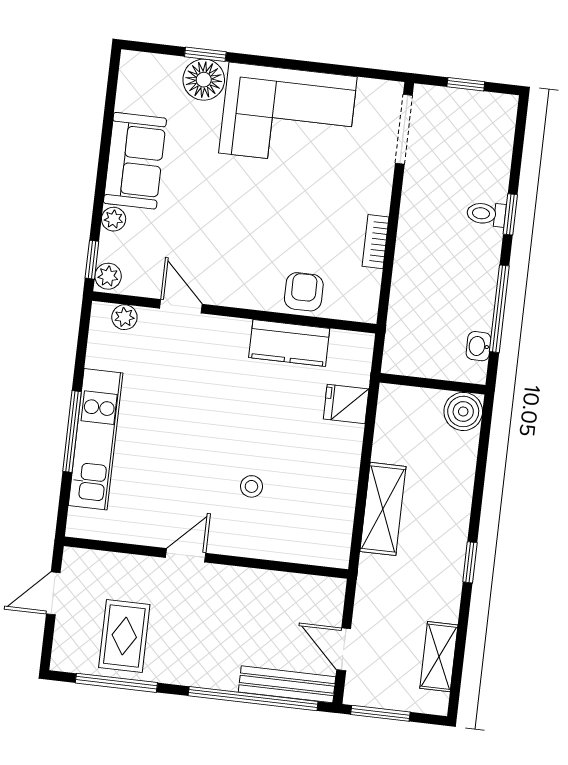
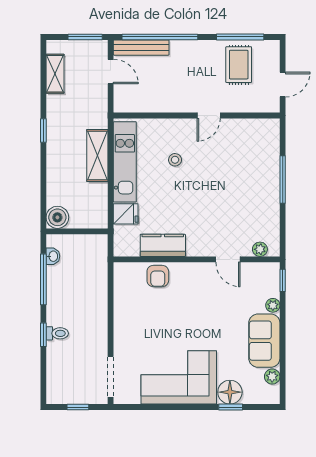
bookcase: (375, 242) -> (120, 310), removed
plant: (108, 276) -> (272, 377), moved
kitchen unit: (96, 439) -> (125, 162), moved, turned 180

